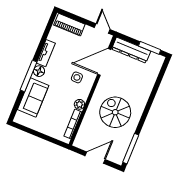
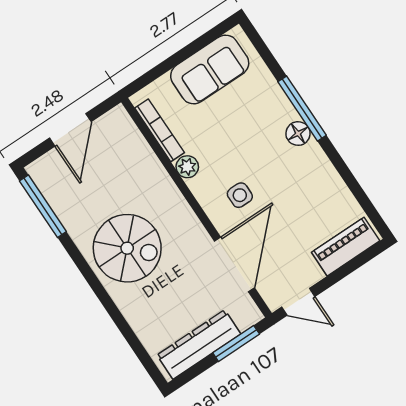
window: (150, 48) -> (236, 343), moved
dresser: (131, 50) -> (199, 344), moved
tv unit: (46, 53) -> (323, 168), removed
sofa: (33, 97) -> (210, 70), moved, turned -90
spiral stairs: (115, 112) -> (127, 248), moved

